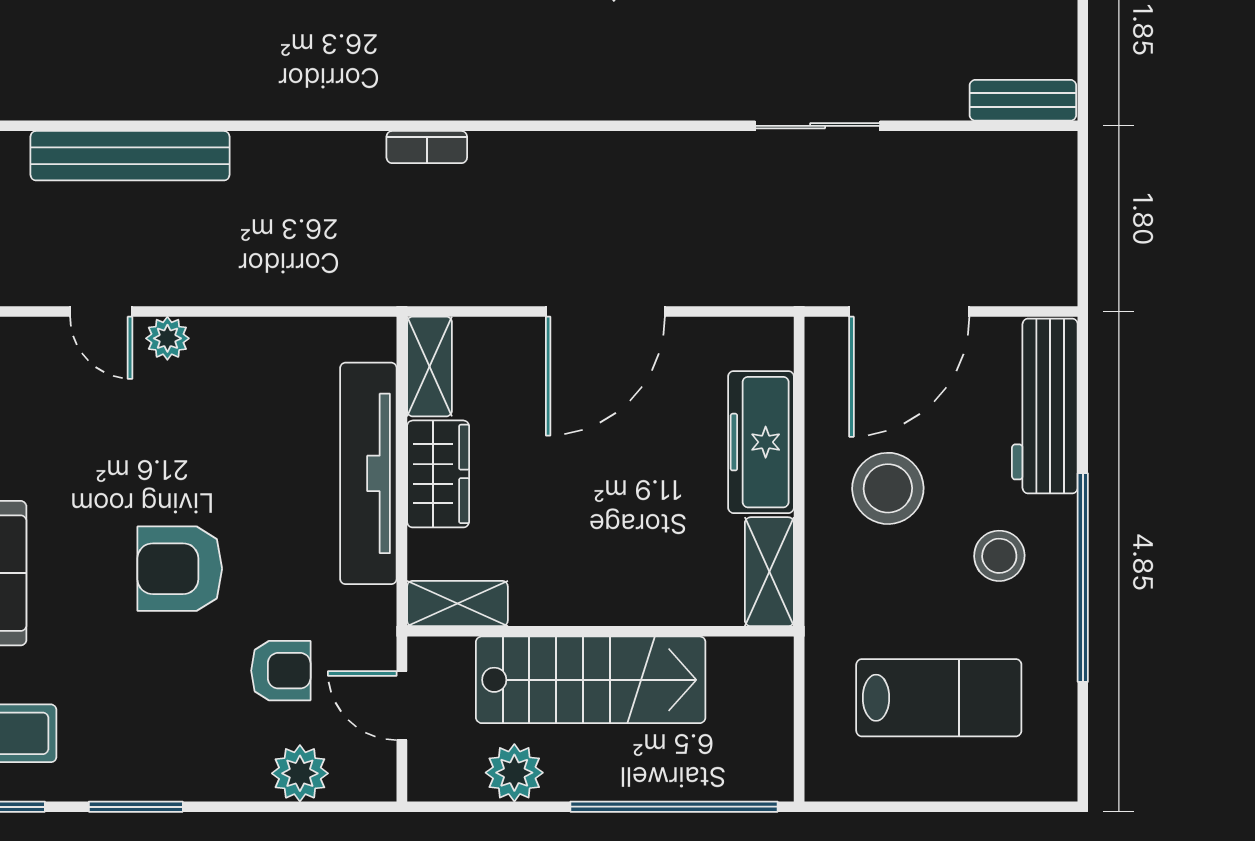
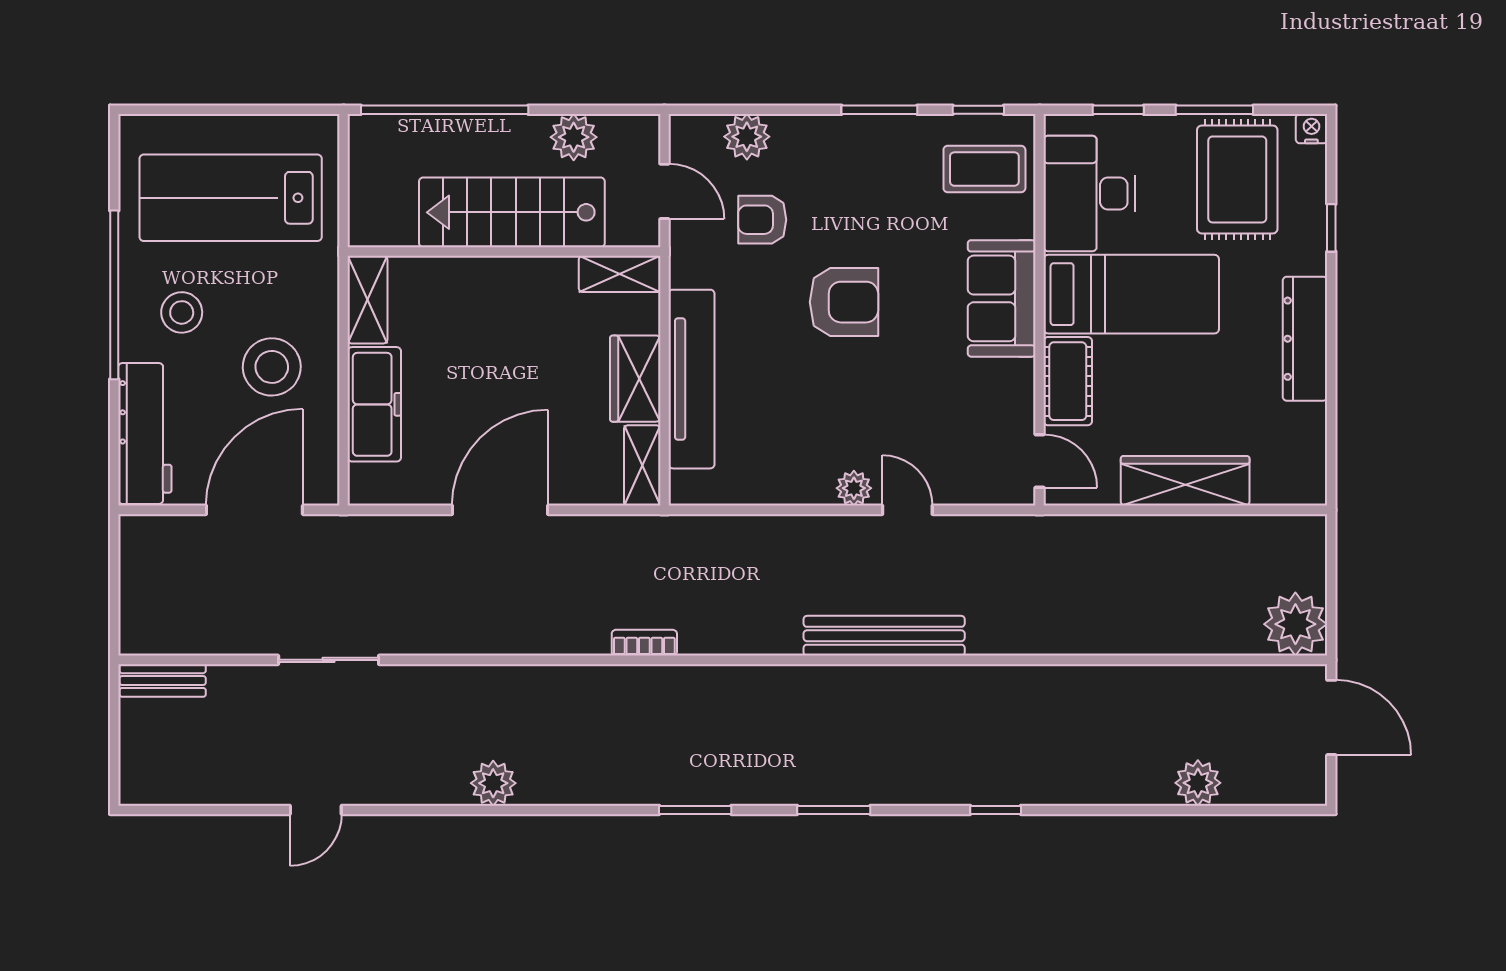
lab bench: (939, 698) -> (231, 198), width x1.36, depth x1.39

